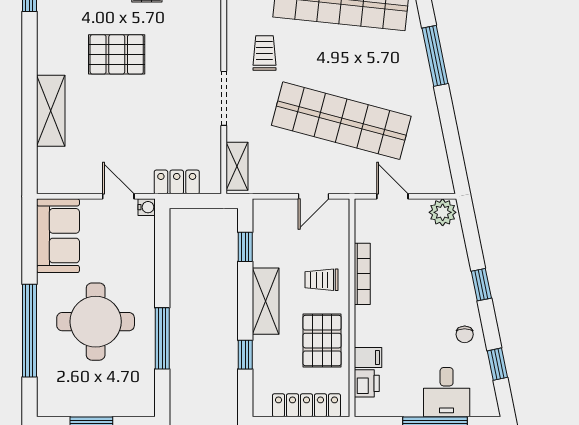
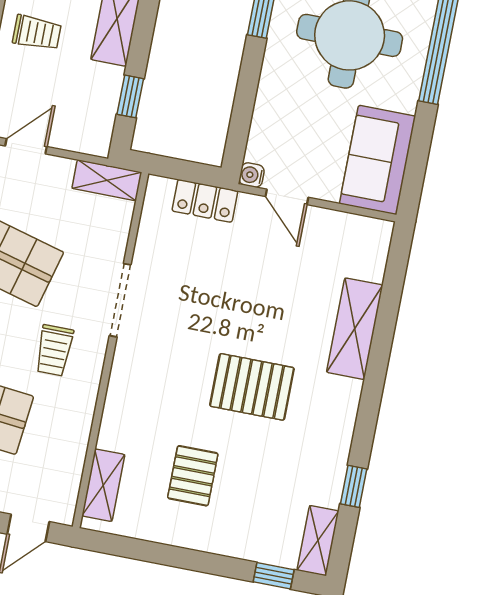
shelving: (237, 166) -> (107, 180), moved, turned 90

